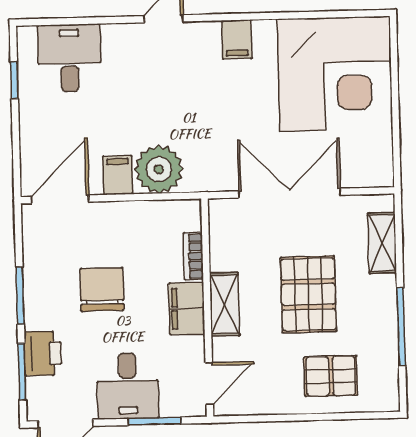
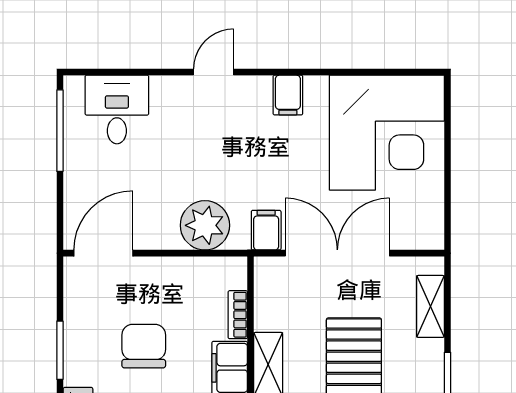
window: (14, 80) -> (60, 131), width x2.17
filing cabinet: (118, 175) -> (266, 230), moved

